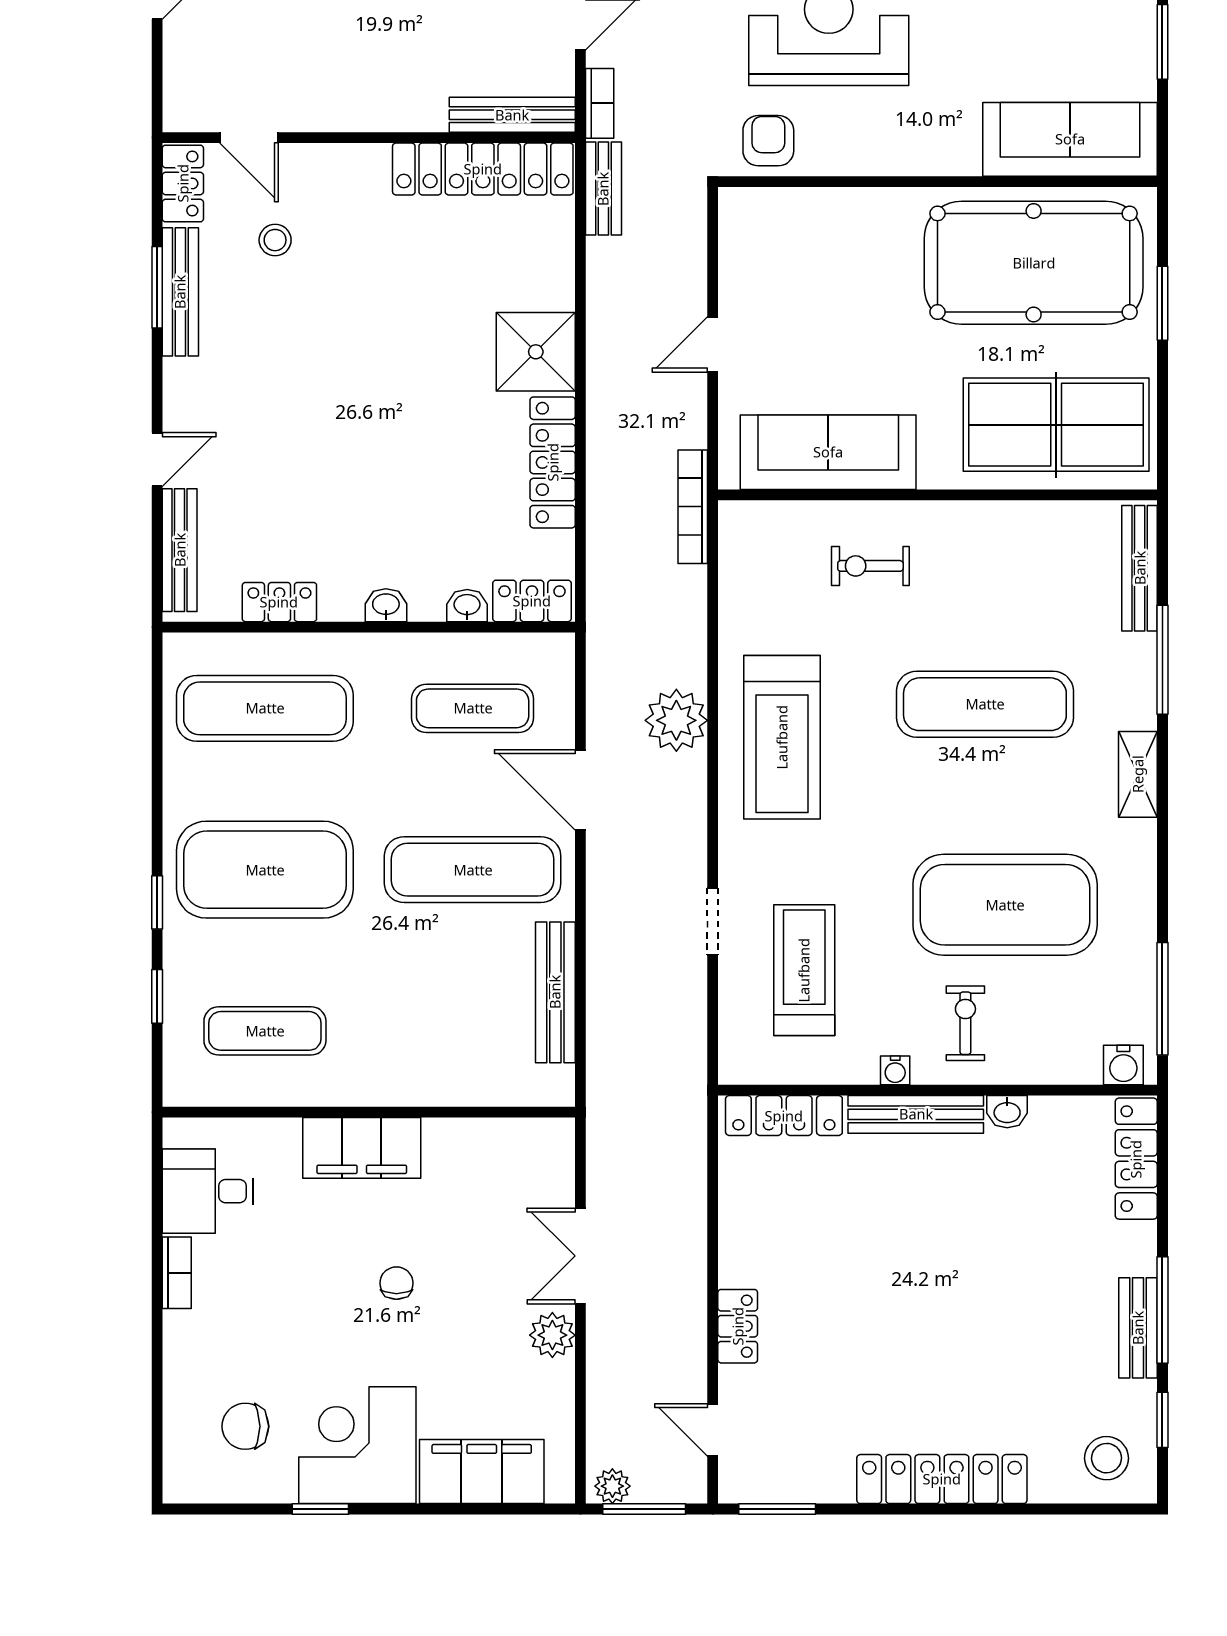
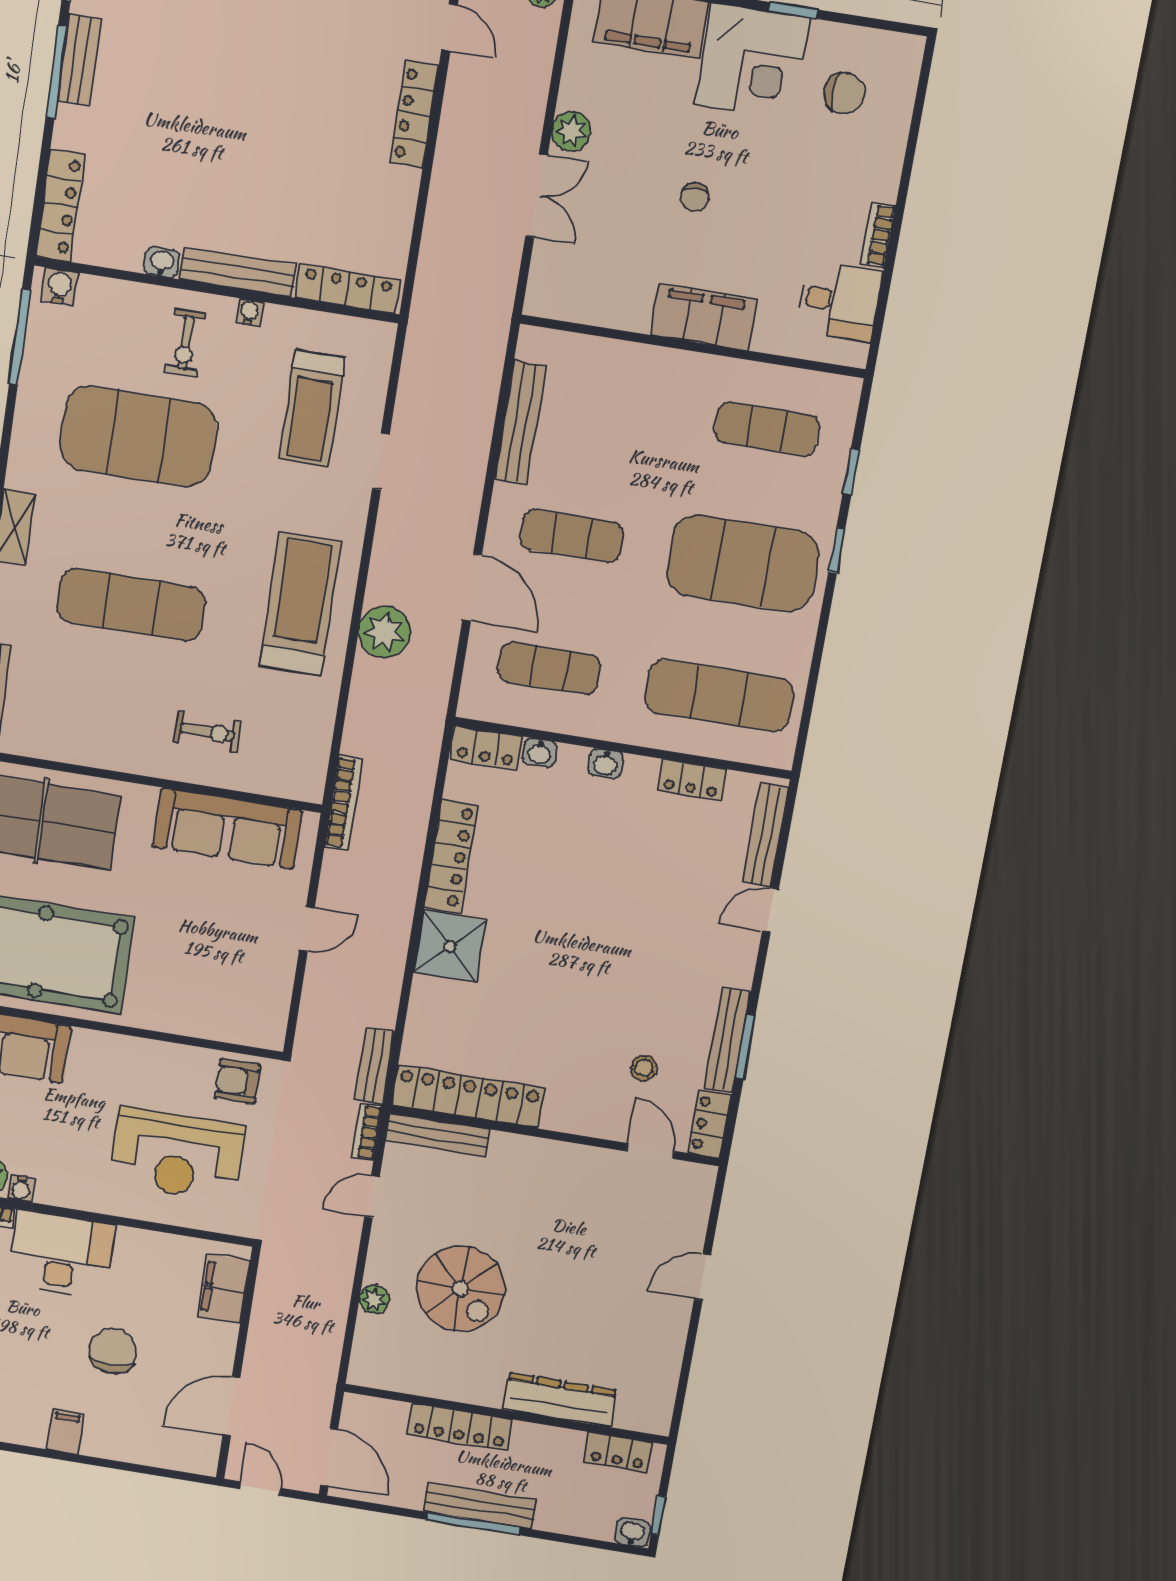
armchair: (768, 141) -> (237, 1081), turned 90
exercise mat: (473, 870) -> (572, 536), width x0.73, depth x0.69
locker: (738, 1326) -> (414, 114), width x1.53

